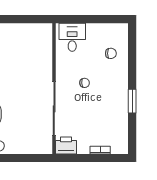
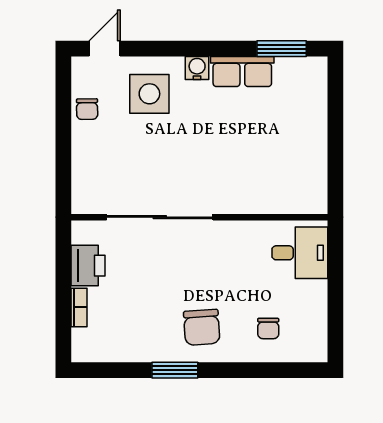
chair: (85, 83) -> (202, 327), moved, width x1.87, depth x1.87
printer: (66, 145) -> (88, 266), moved

